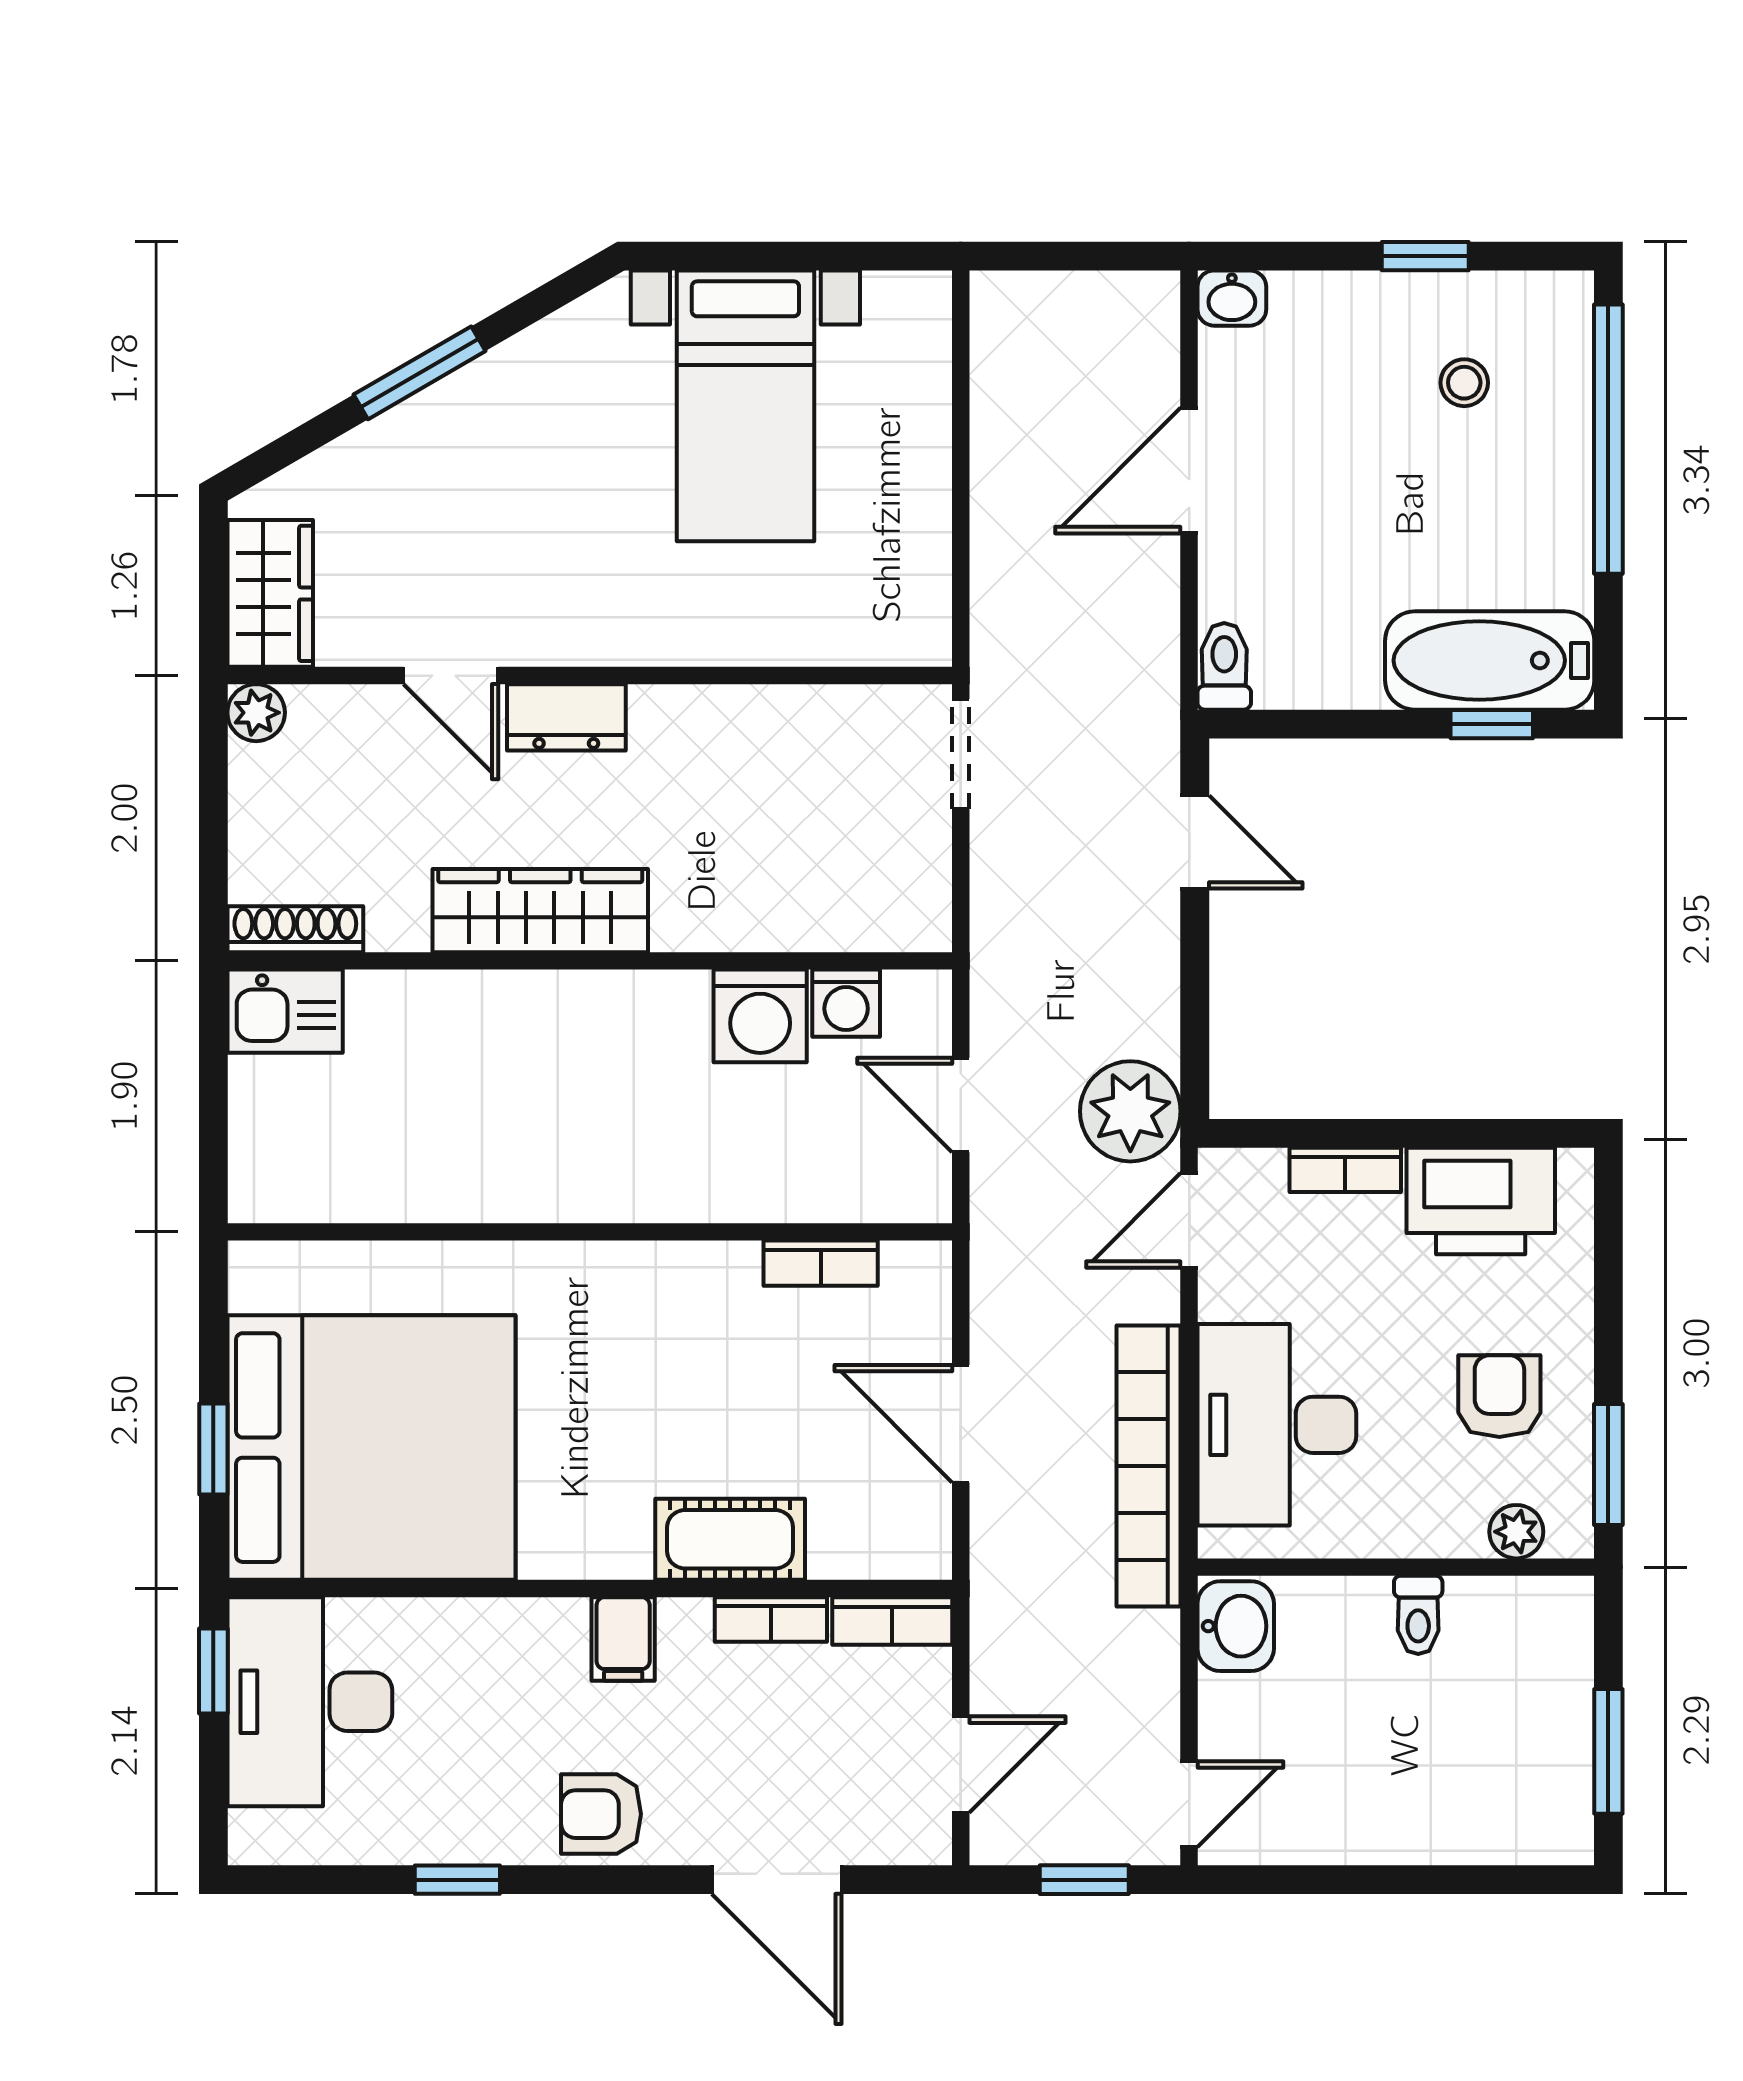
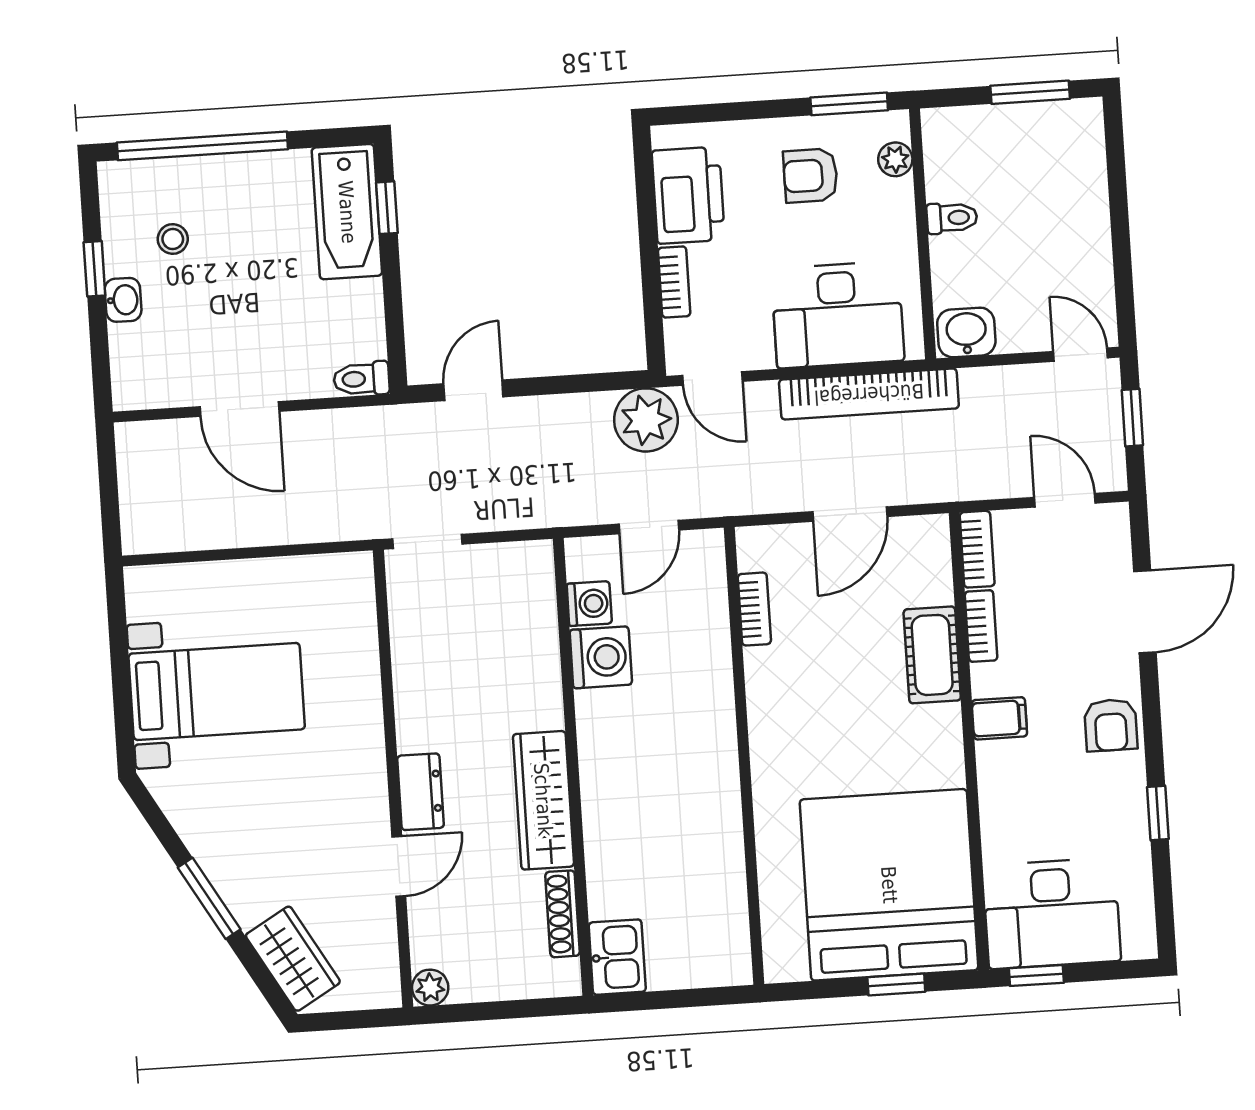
washbasin: (1232, 298) -> (123, 300), moved
wardrobe: (270, 593) -> (293, 959), moved, turned 60
shoe rack: (295, 929) -> (563, 914), moved

